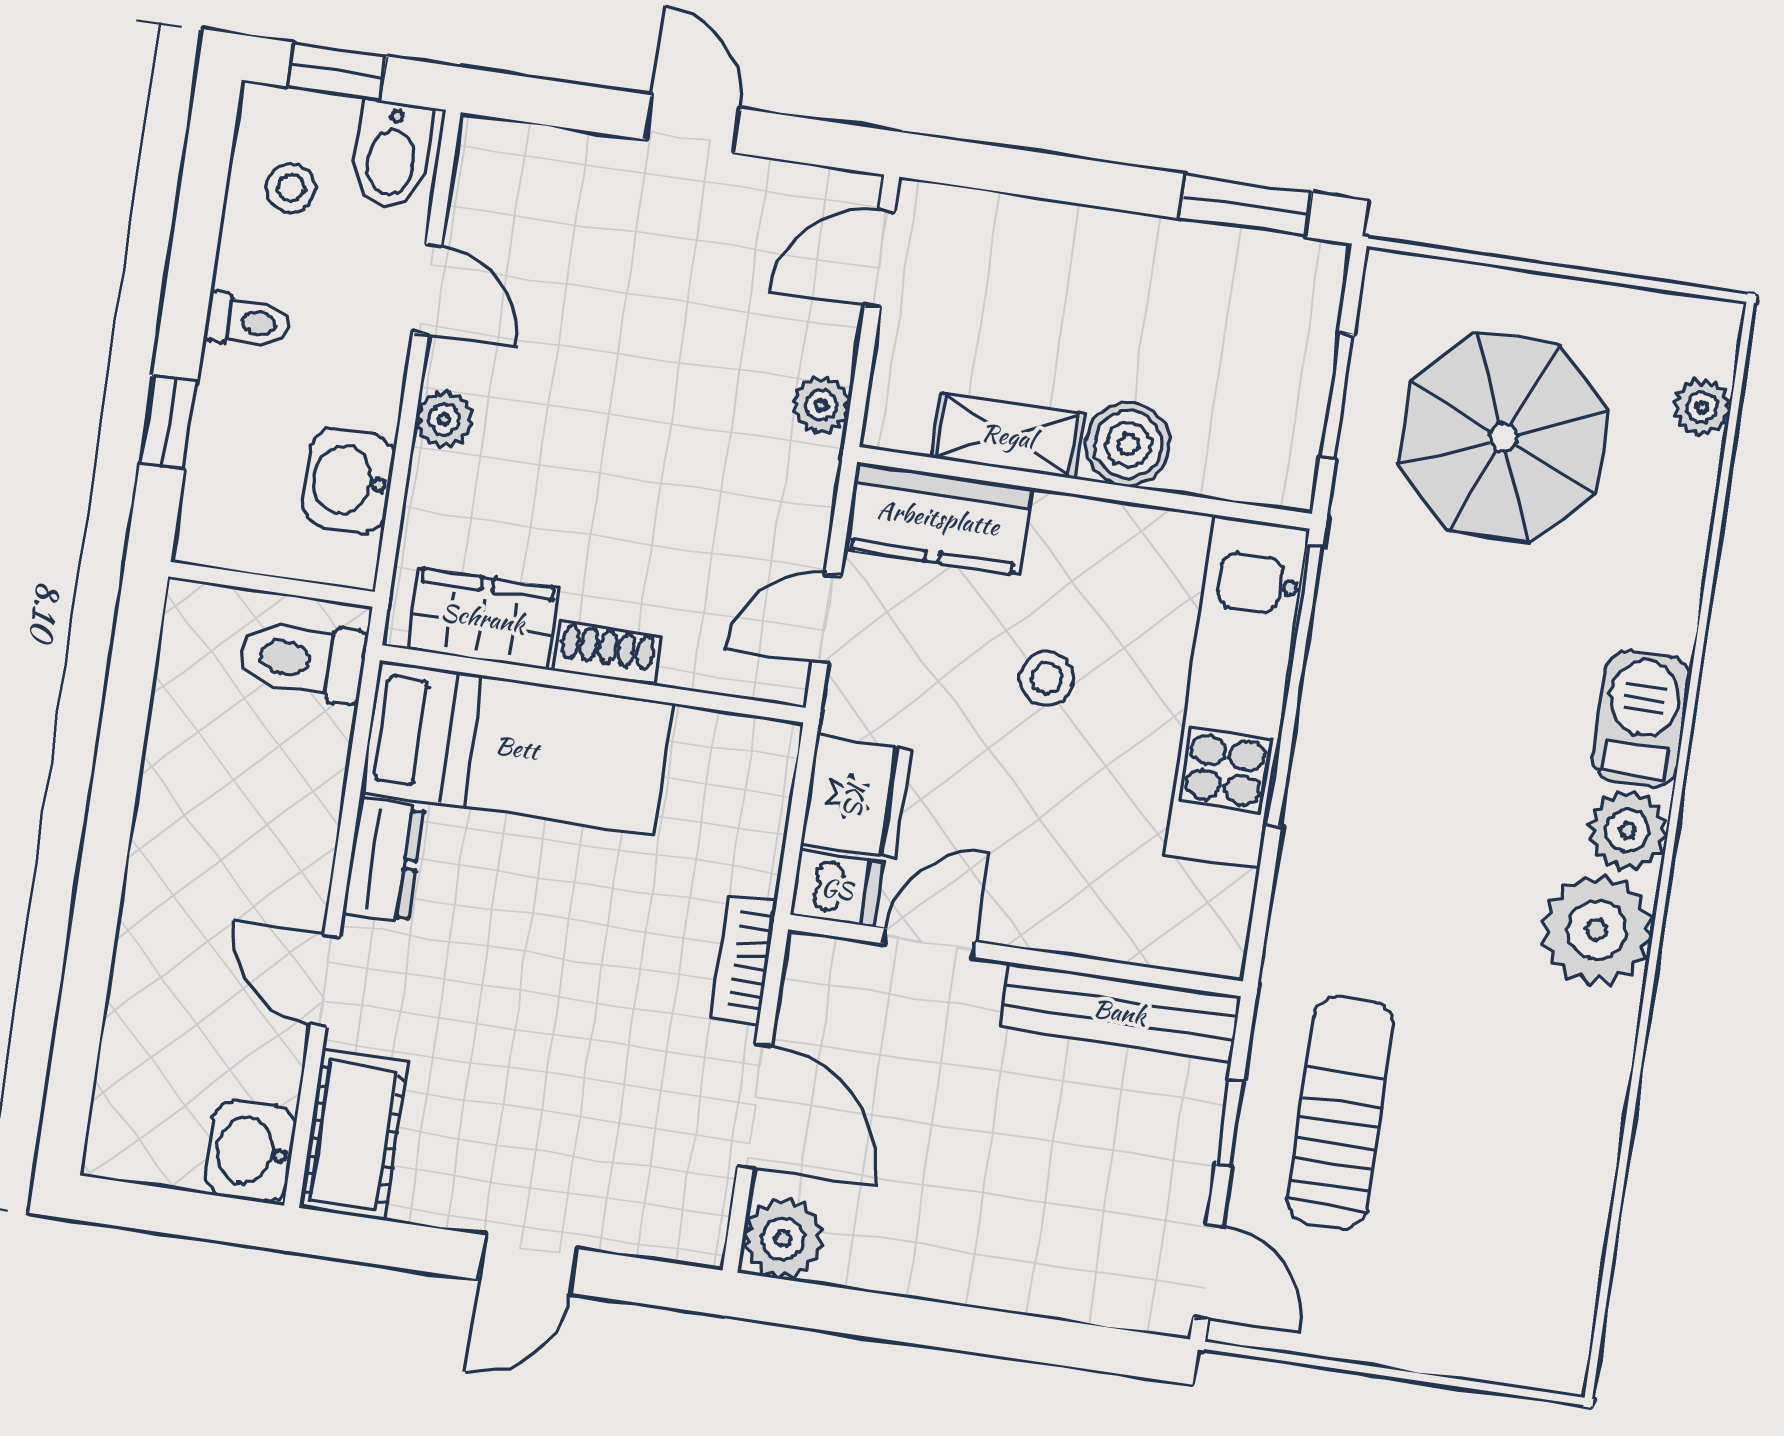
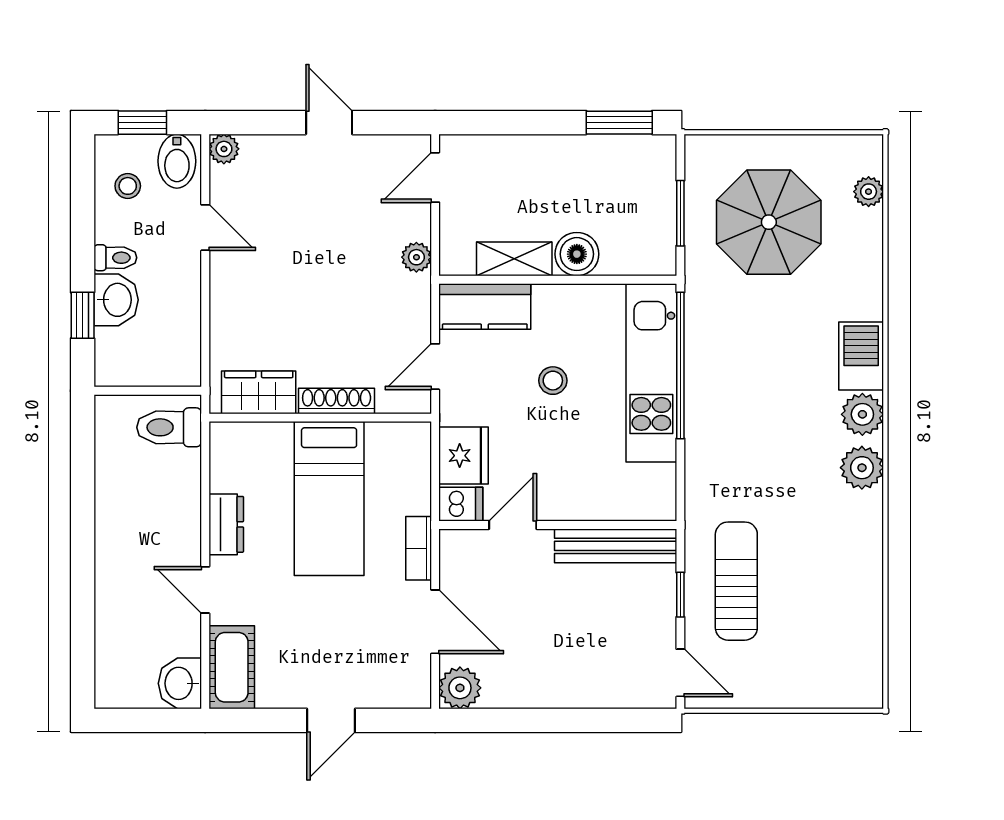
plant: (444, 419) -> (224, 149), moved
washbasin: (348, 481) -> (116, 300), moved, turned 180
shoe rack: (607, 654) -> (337, 401), width x1.43
bed: (517, 748) -> (329, 499), moved, turned 90
plant: (1597, 930) -> (862, 468), width x0.73, depth x0.73

